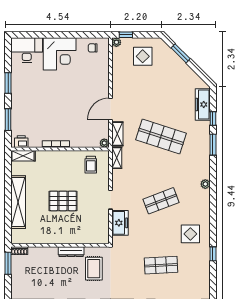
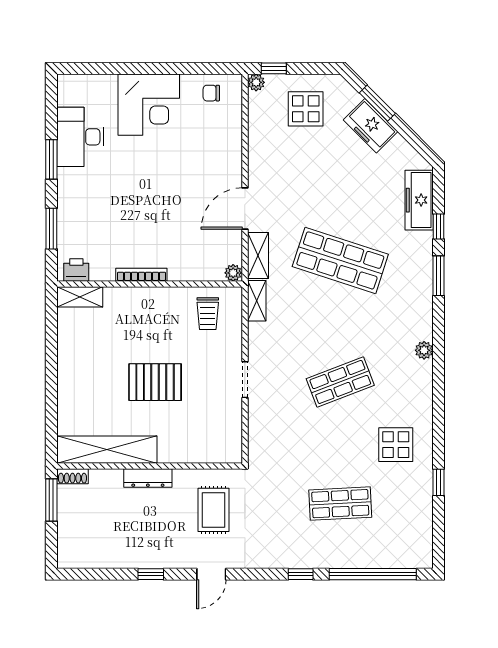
desk: (27, 50) -> (80, 137), moved, turned -90
shelving: (18, 202) -> (107, 450), moved, turned 90
freezer: (120, 223) -> (371, 126), moved, turned 135
dresser: (71, 252) -> (148, 478), moved

